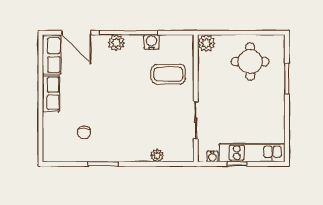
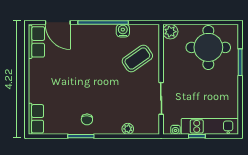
plant: (116, 43) -> (92, 31), removed
round table: (250, 62) -> (208, 47), width x1.36, depth x1.36
coffee table: (168, 74) -> (137, 58), turned -35
row of seats: (51, 94) -> (36, 119), moved
chair: (84, 132) -> (87, 119), moved

